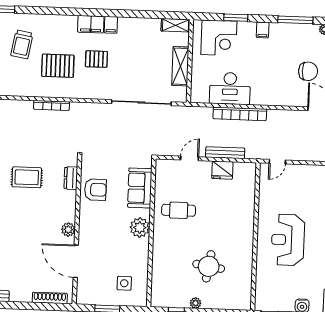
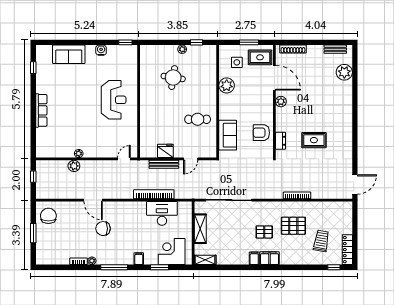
plant: (140, 228) -> (227, 85), moved
rug: (94, 289) -> (260, 57), added

